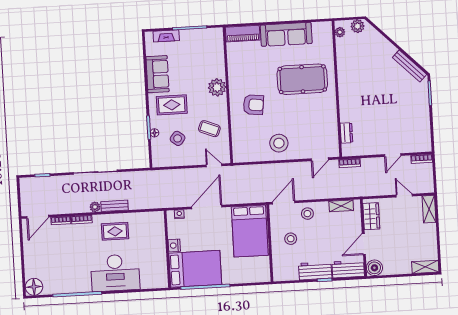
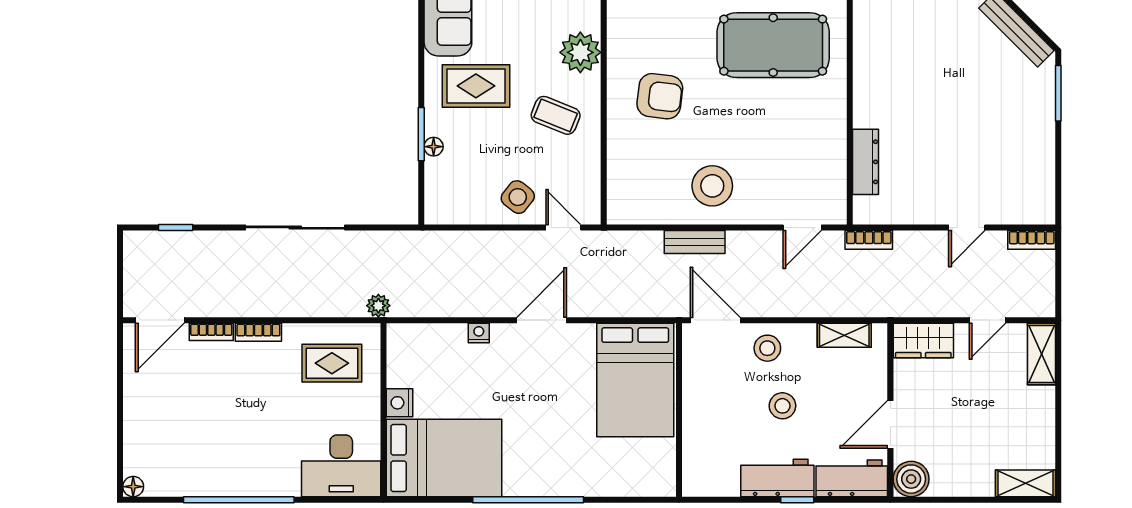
coffee table: (209, 129) -> (556, 115), moved
dresser: (346, 133) -> (866, 162), width x1.44
side table: (178, 138) -> (518, 197), moved
door: (404, 196) -> (987, 320), swing flipped
door: (284, 203) -> (715, 320), hinge flipped
bench: (115, 206) -> (695, 242), moved
plant: (95, 207) -> (378, 306), moved
door: (207, 207) -> (542, 320), width x0.73
wardrobe: (371, 216) -> (923, 341), moved, turned 90
stool: (291, 239) -> (782, 406), moved
nightstand: (174, 245) -> (400, 403), moved
wall: (167, 249) -> (384, 410), moved
bed: (195, 269) -> (444, 458), moved
desk: (115, 273) -> (341, 466), width x0.73, depth x0.77
floor lamp: (34, 287) -> (133, 487), width x0.53, depth x0.53

